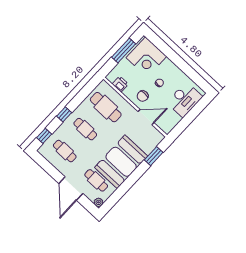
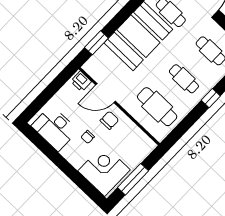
printer: (120, 84) -> (81, 81), moved
desk: (185, 100) -> (55, 128), moved, turned -90

